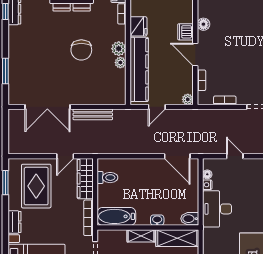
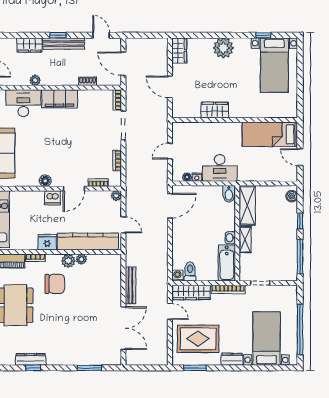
chair: (81, 50) -> (55, 284), moved
washing machine: (103, 164) -> (177, 275), added
washbasin: (157, 220) -> (230, 238), moved

